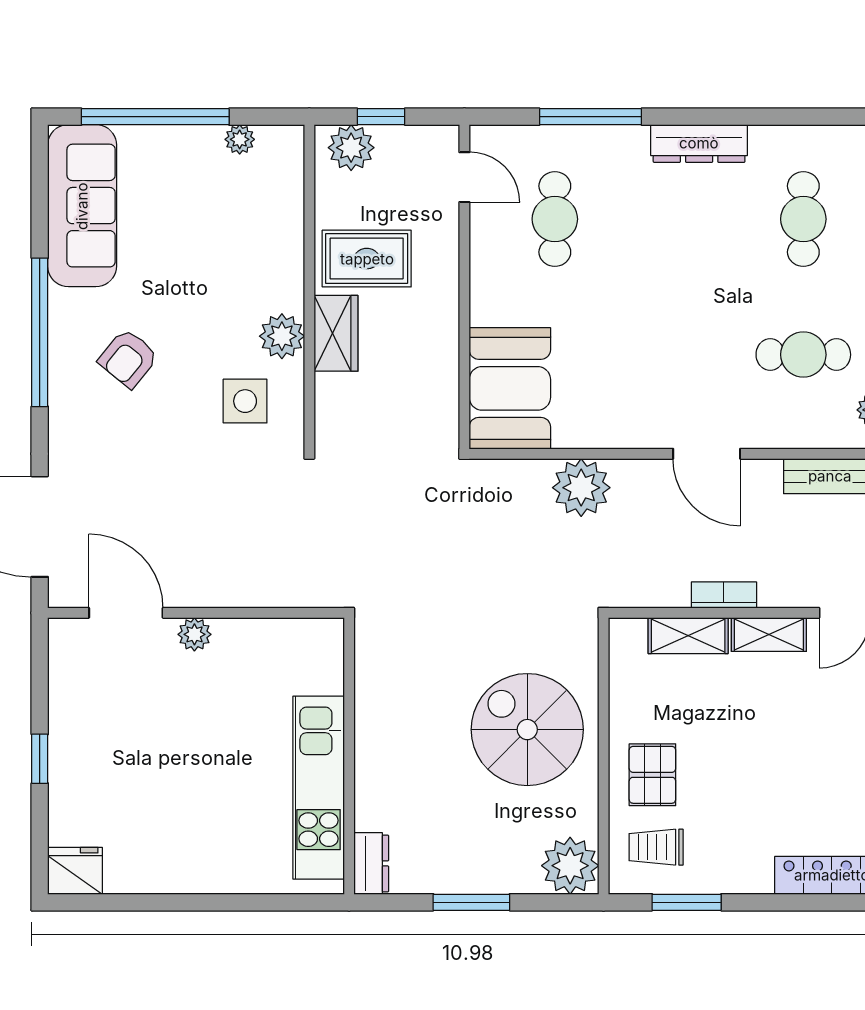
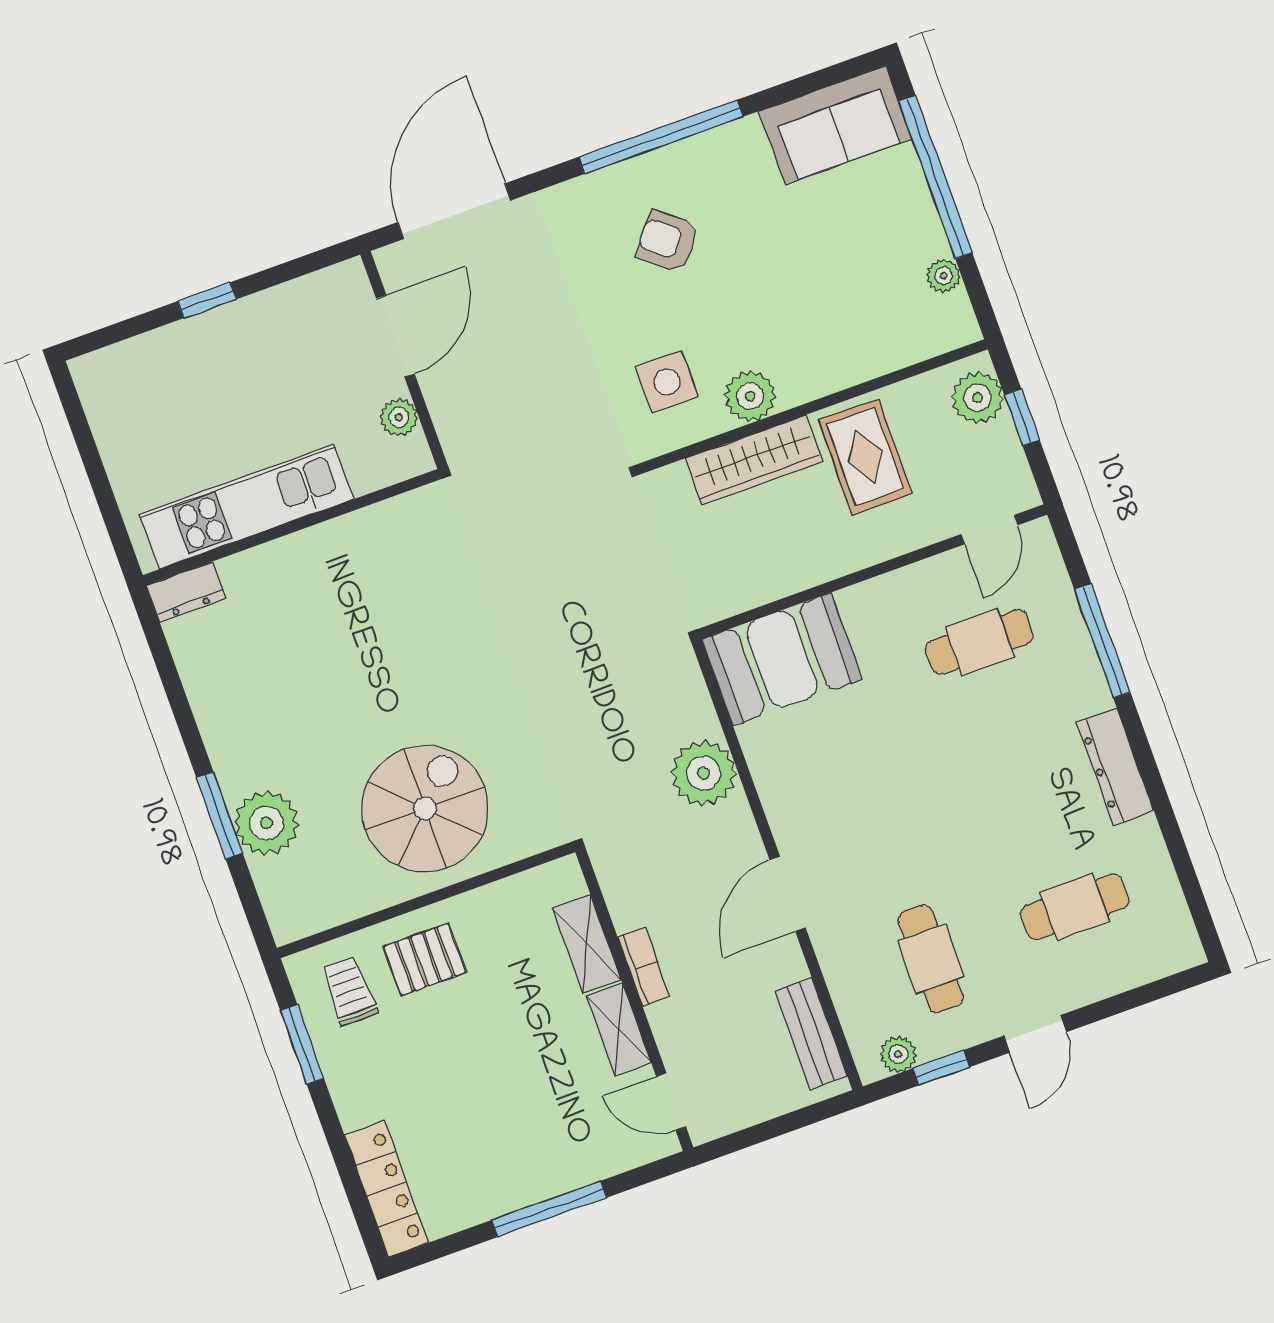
sofa: (82, 206) -> (835, 125), width x0.73
wardrobe: (336, 333) -> (754, 460), width x1.50
wall: (349, 756) -> (292, 527), moved
kitchen unit: (319, 788) -> (247, 507), moved
dresser: (371, 863) -> (186, 592), moved
plant: (570, 866) -> (266, 823), moved
fridge: (75, 871) -> (101, 381), removed

